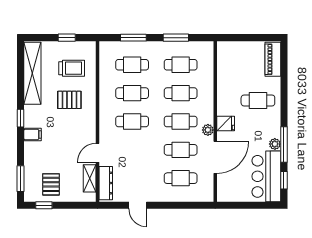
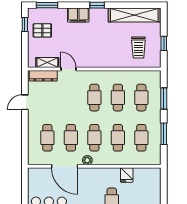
pallet: (69, 100) -> (112, 46), removed
fridge: (226, 124) -> (127, 175), moved
filing cabinet: (33, 135) -> (78, 15), width x2.00

